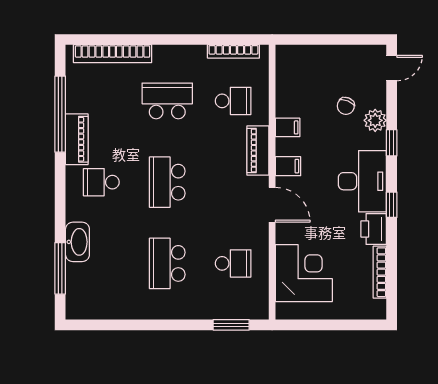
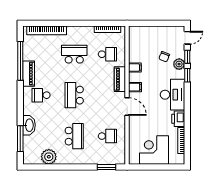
window: (392, 205) -> (187, 57), moved
school desk: (167, 263) -> (74, 136), turned 180
corner desk: (304, 273) -> (154, 150), moved, turned -90
plant: (117, 304) -> (49, 157), added

